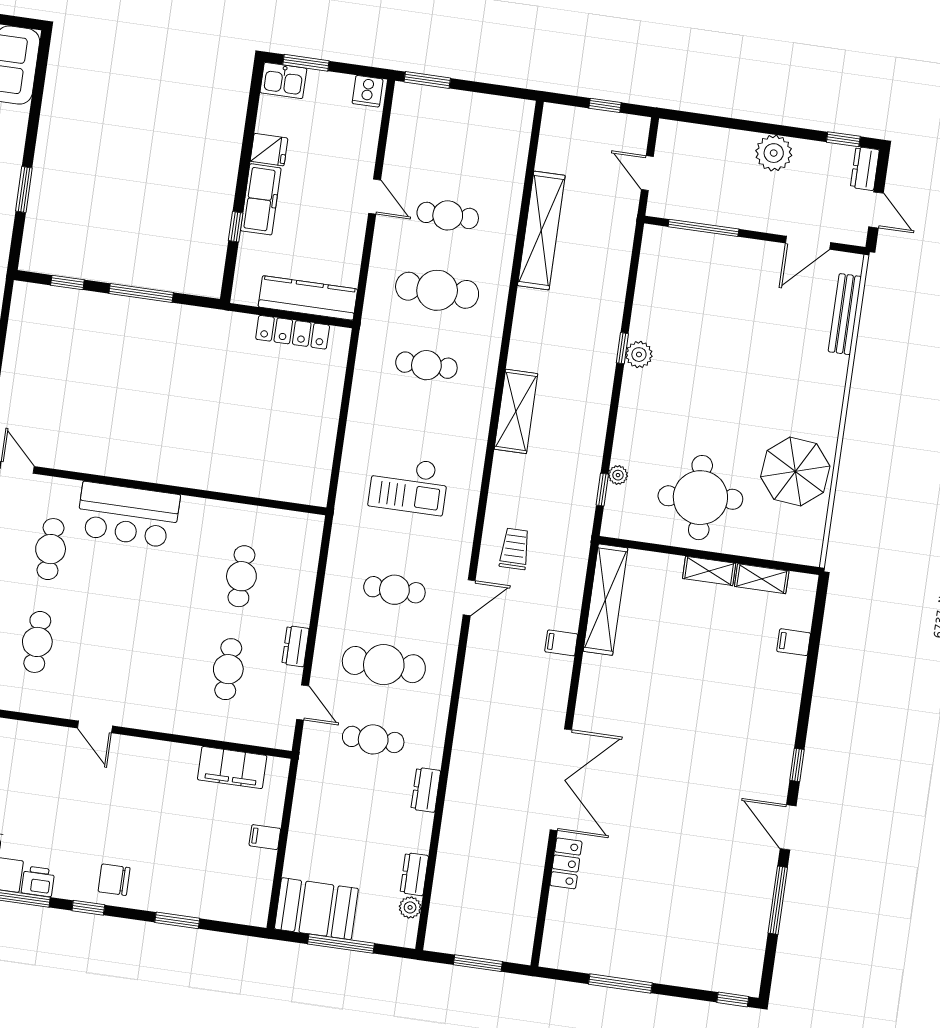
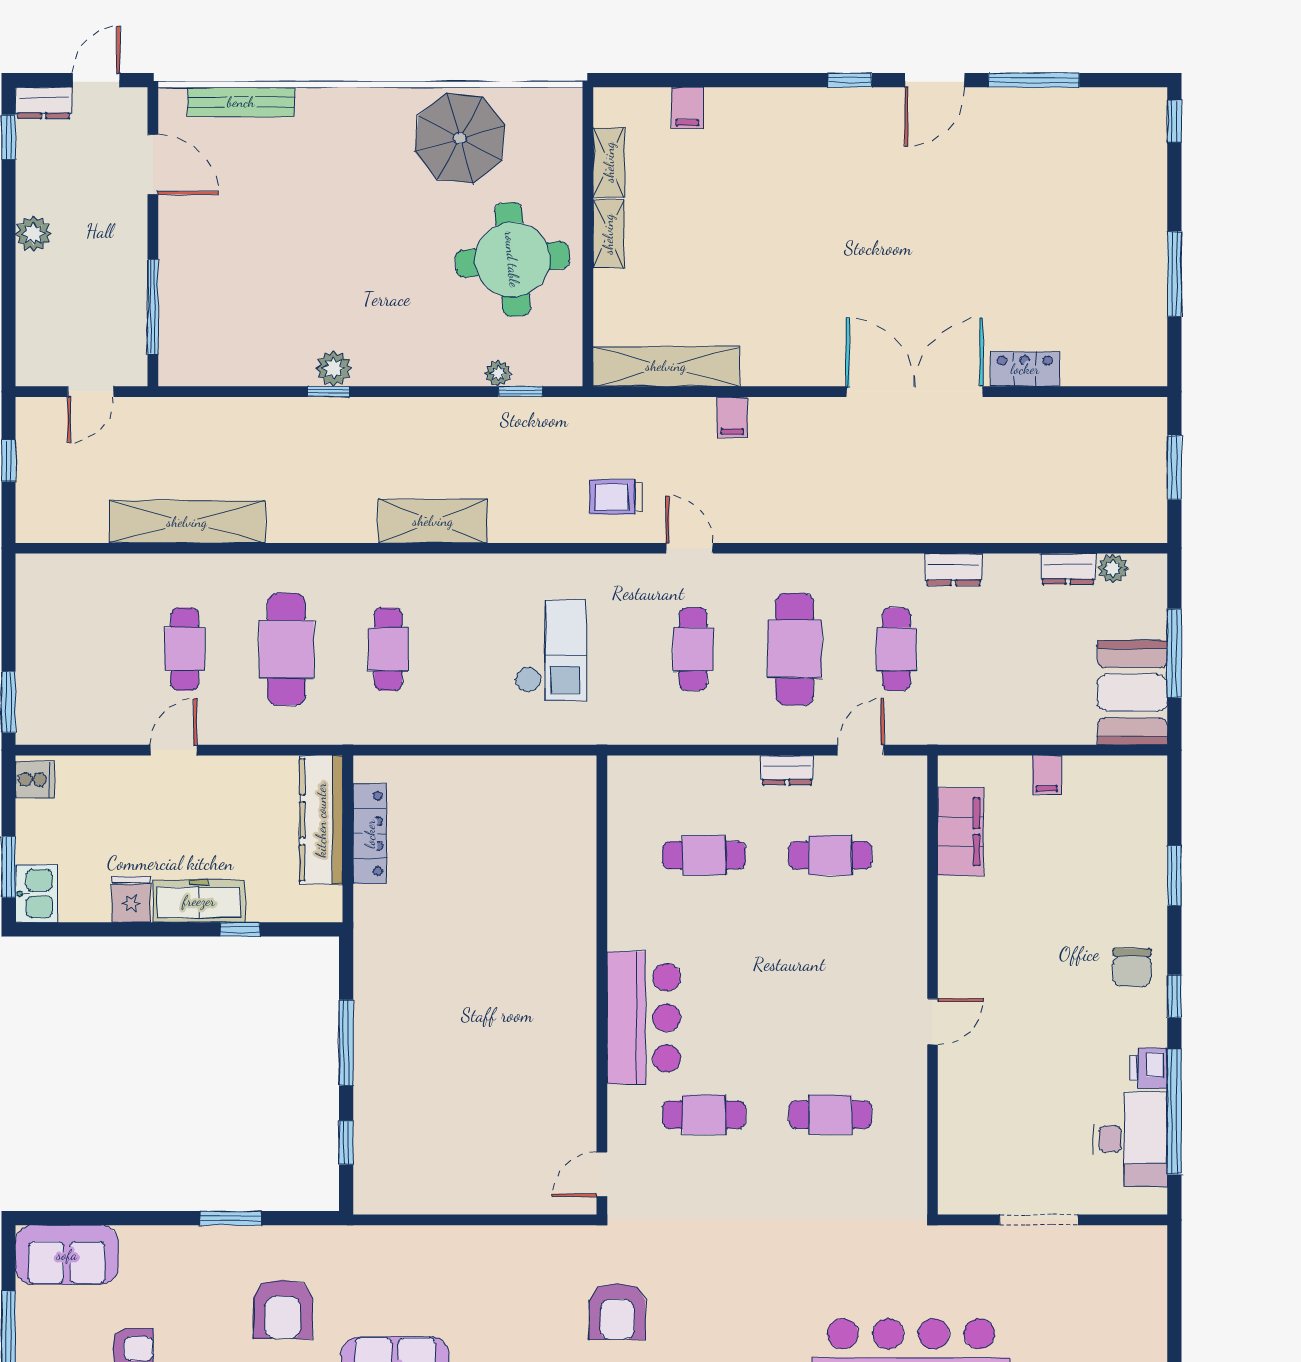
plant: (774, 153) -> (33, 234), width x0.73, depth x0.73

